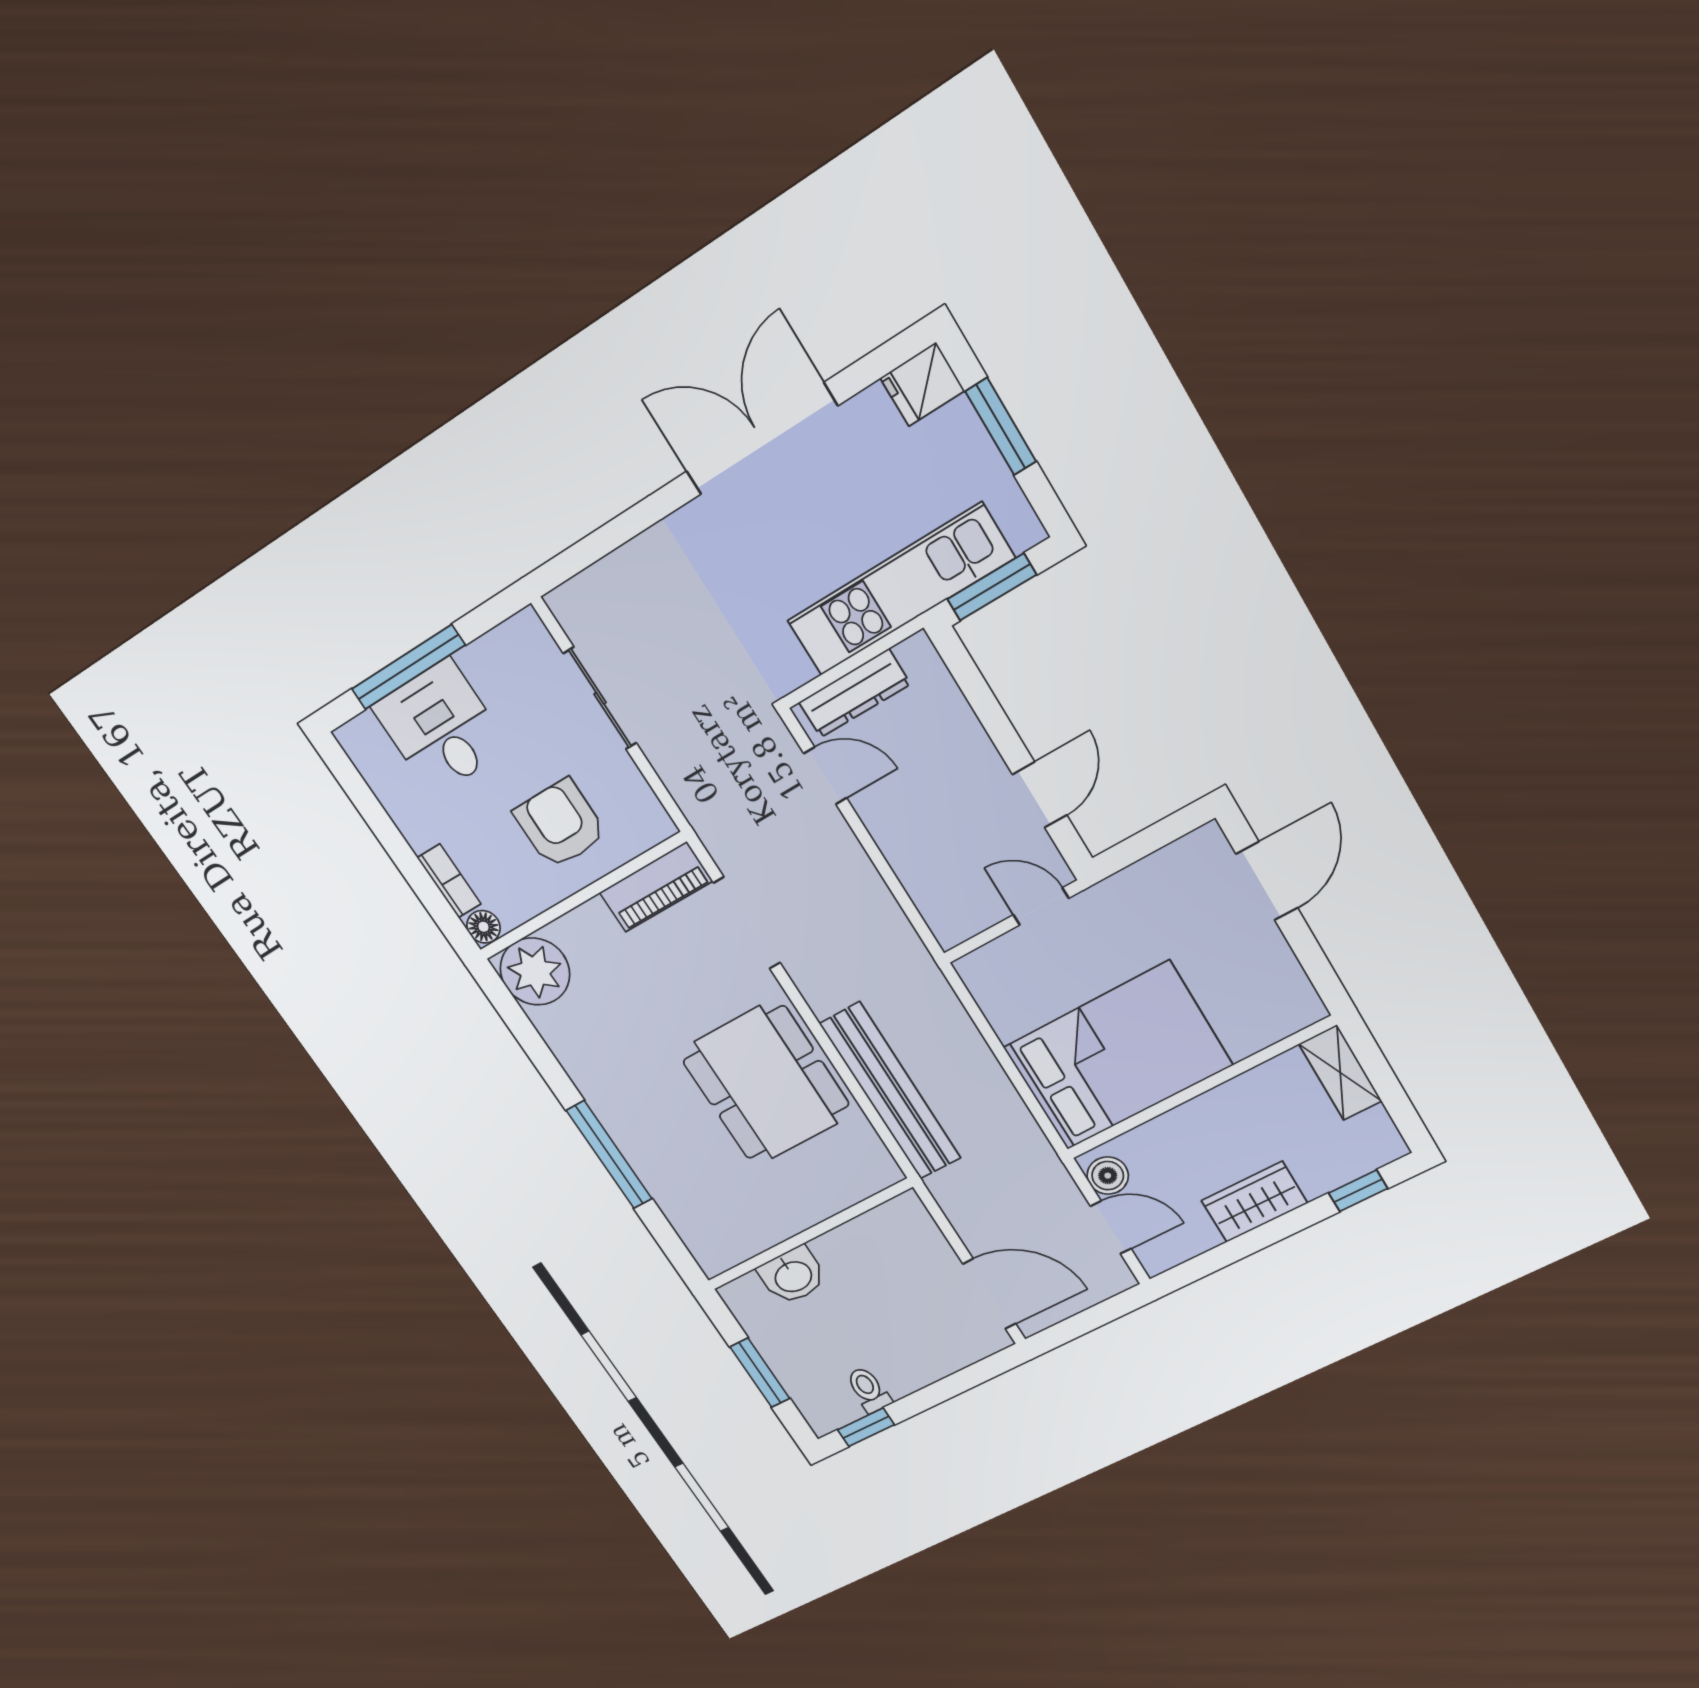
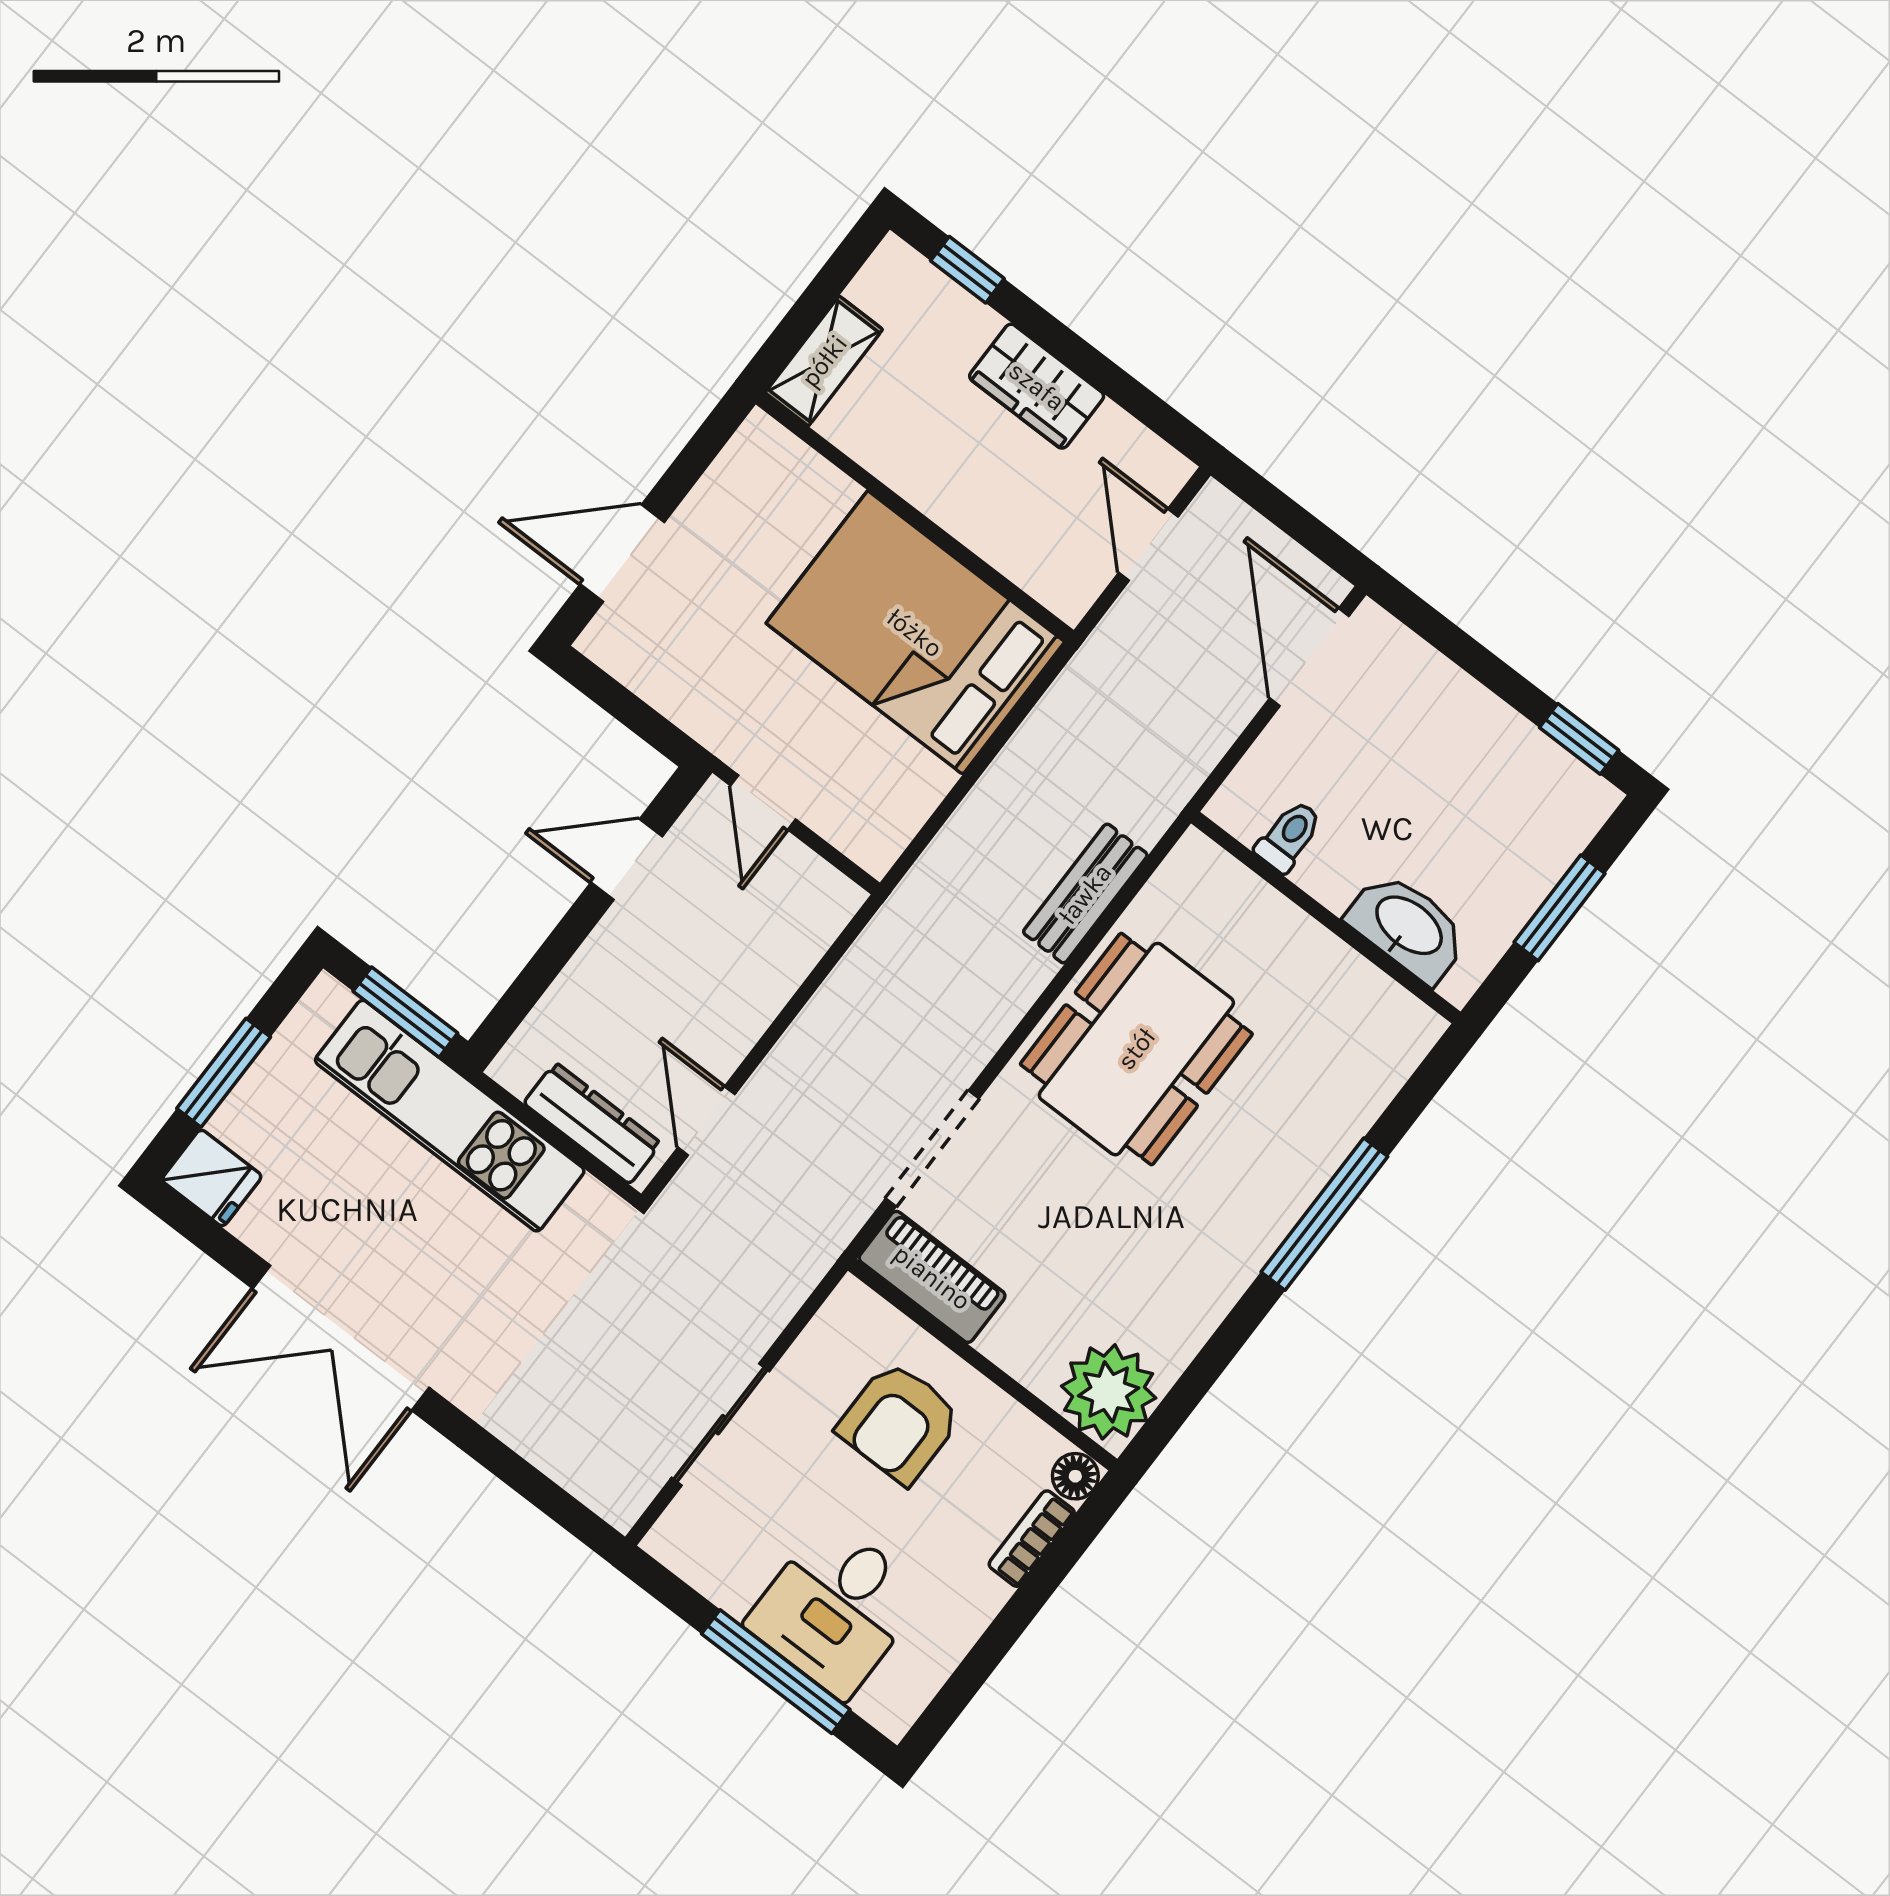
bench: (890, 1091) -> (1085, 894), width x0.54, depth x0.82
boiler: (1108, 1176) -> (1079, 578), removed
washbasin: (793, 1276) -> (1408, 927), width x1.38
toilet: (868, 1390) -> (1289, 836), moved, turned 180

